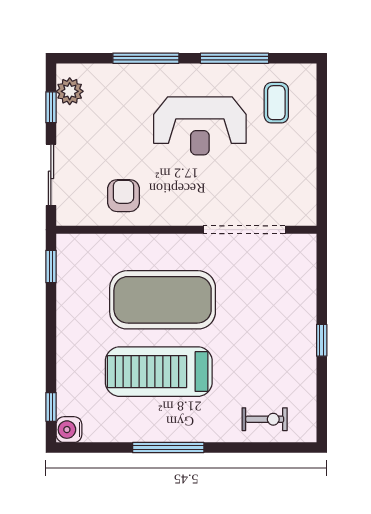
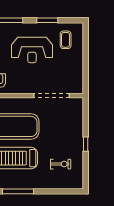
window: (234, 58) -> (47, 20), width x0.69
exercise bike: (265, 419) -> (61, 164), moved

